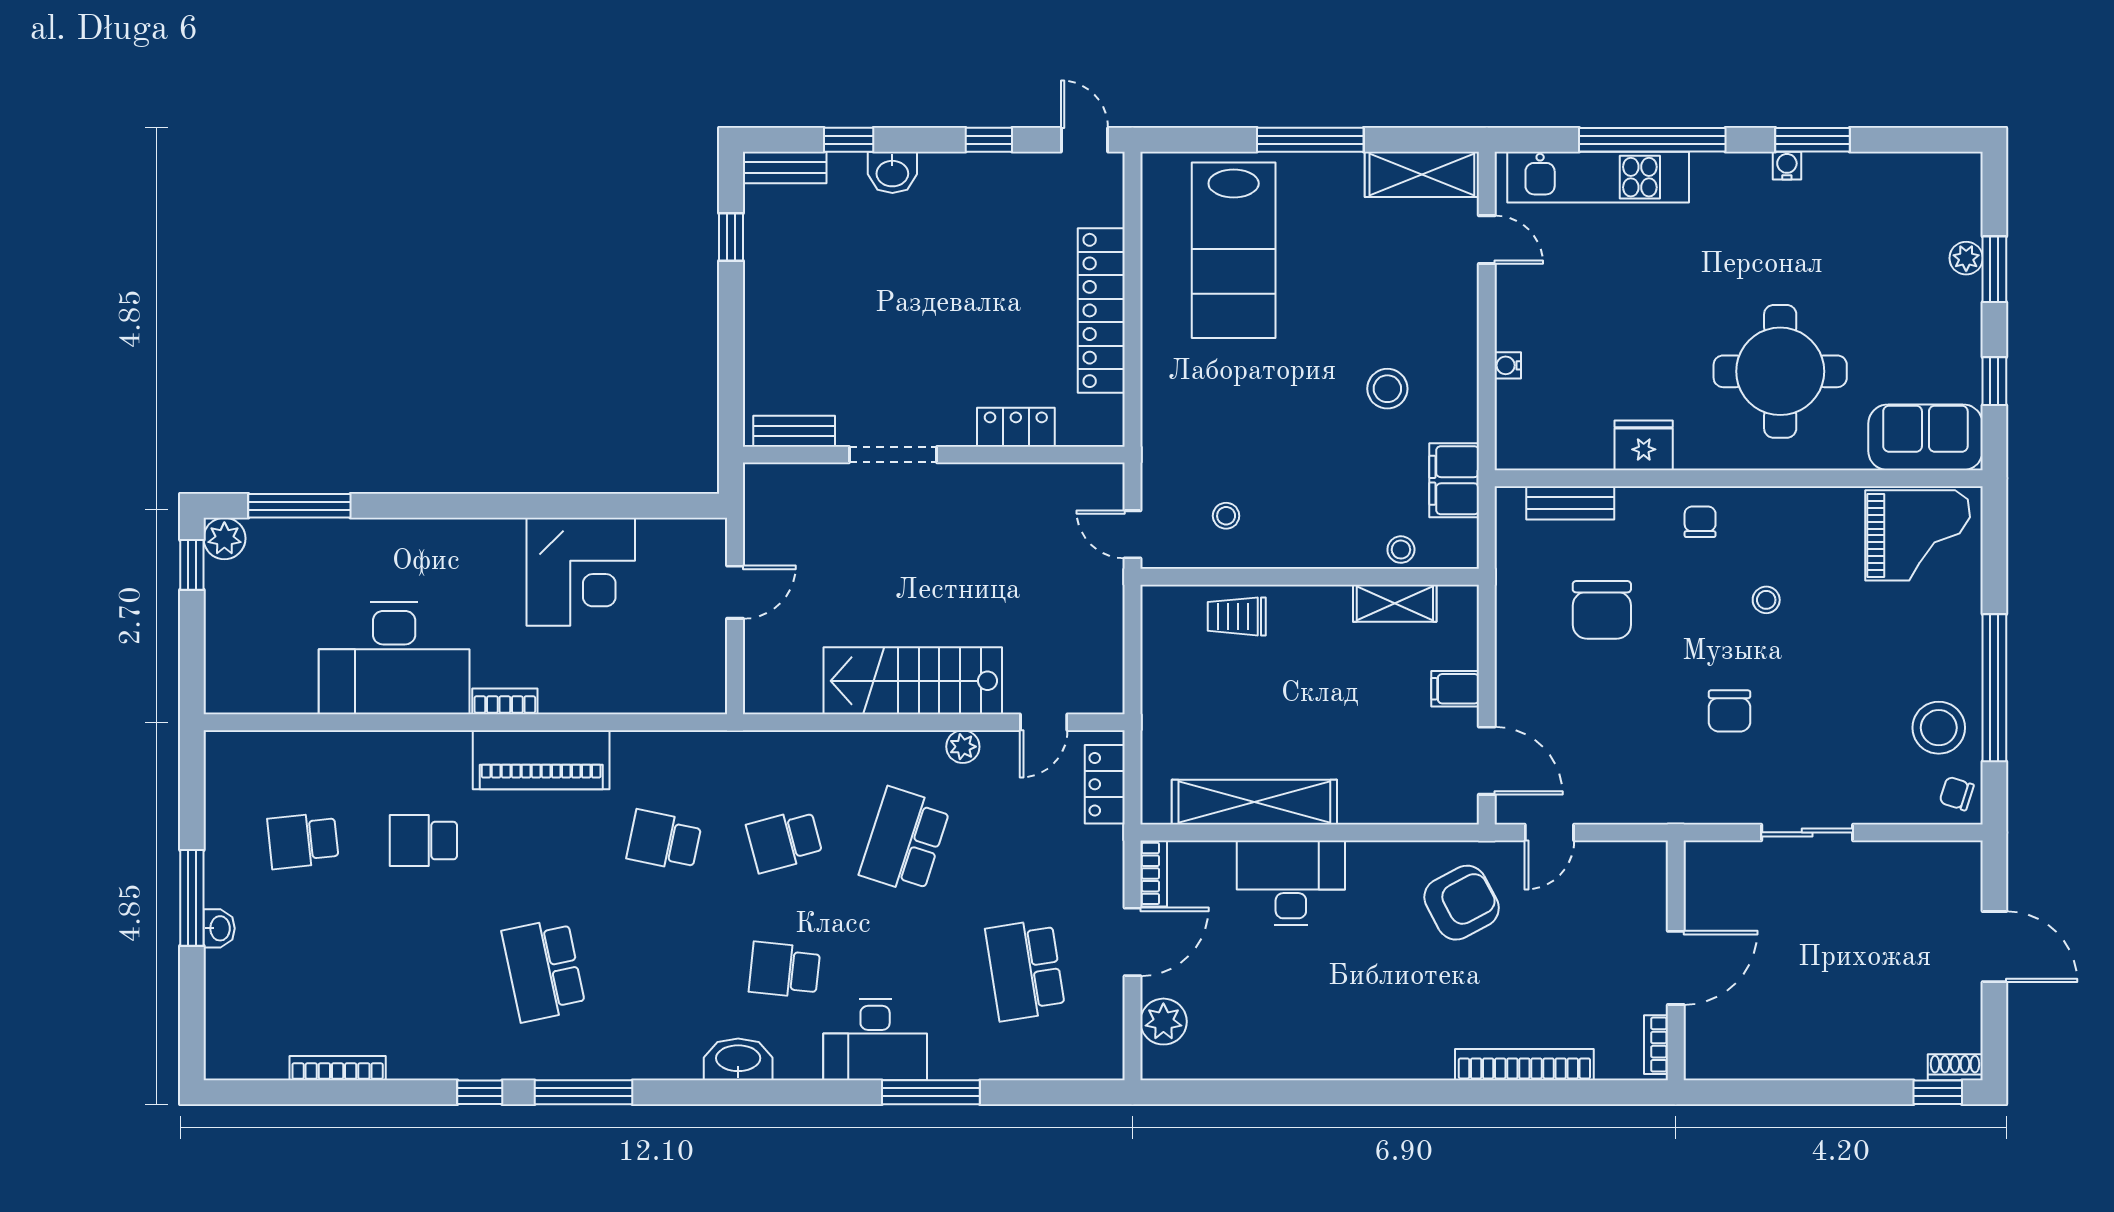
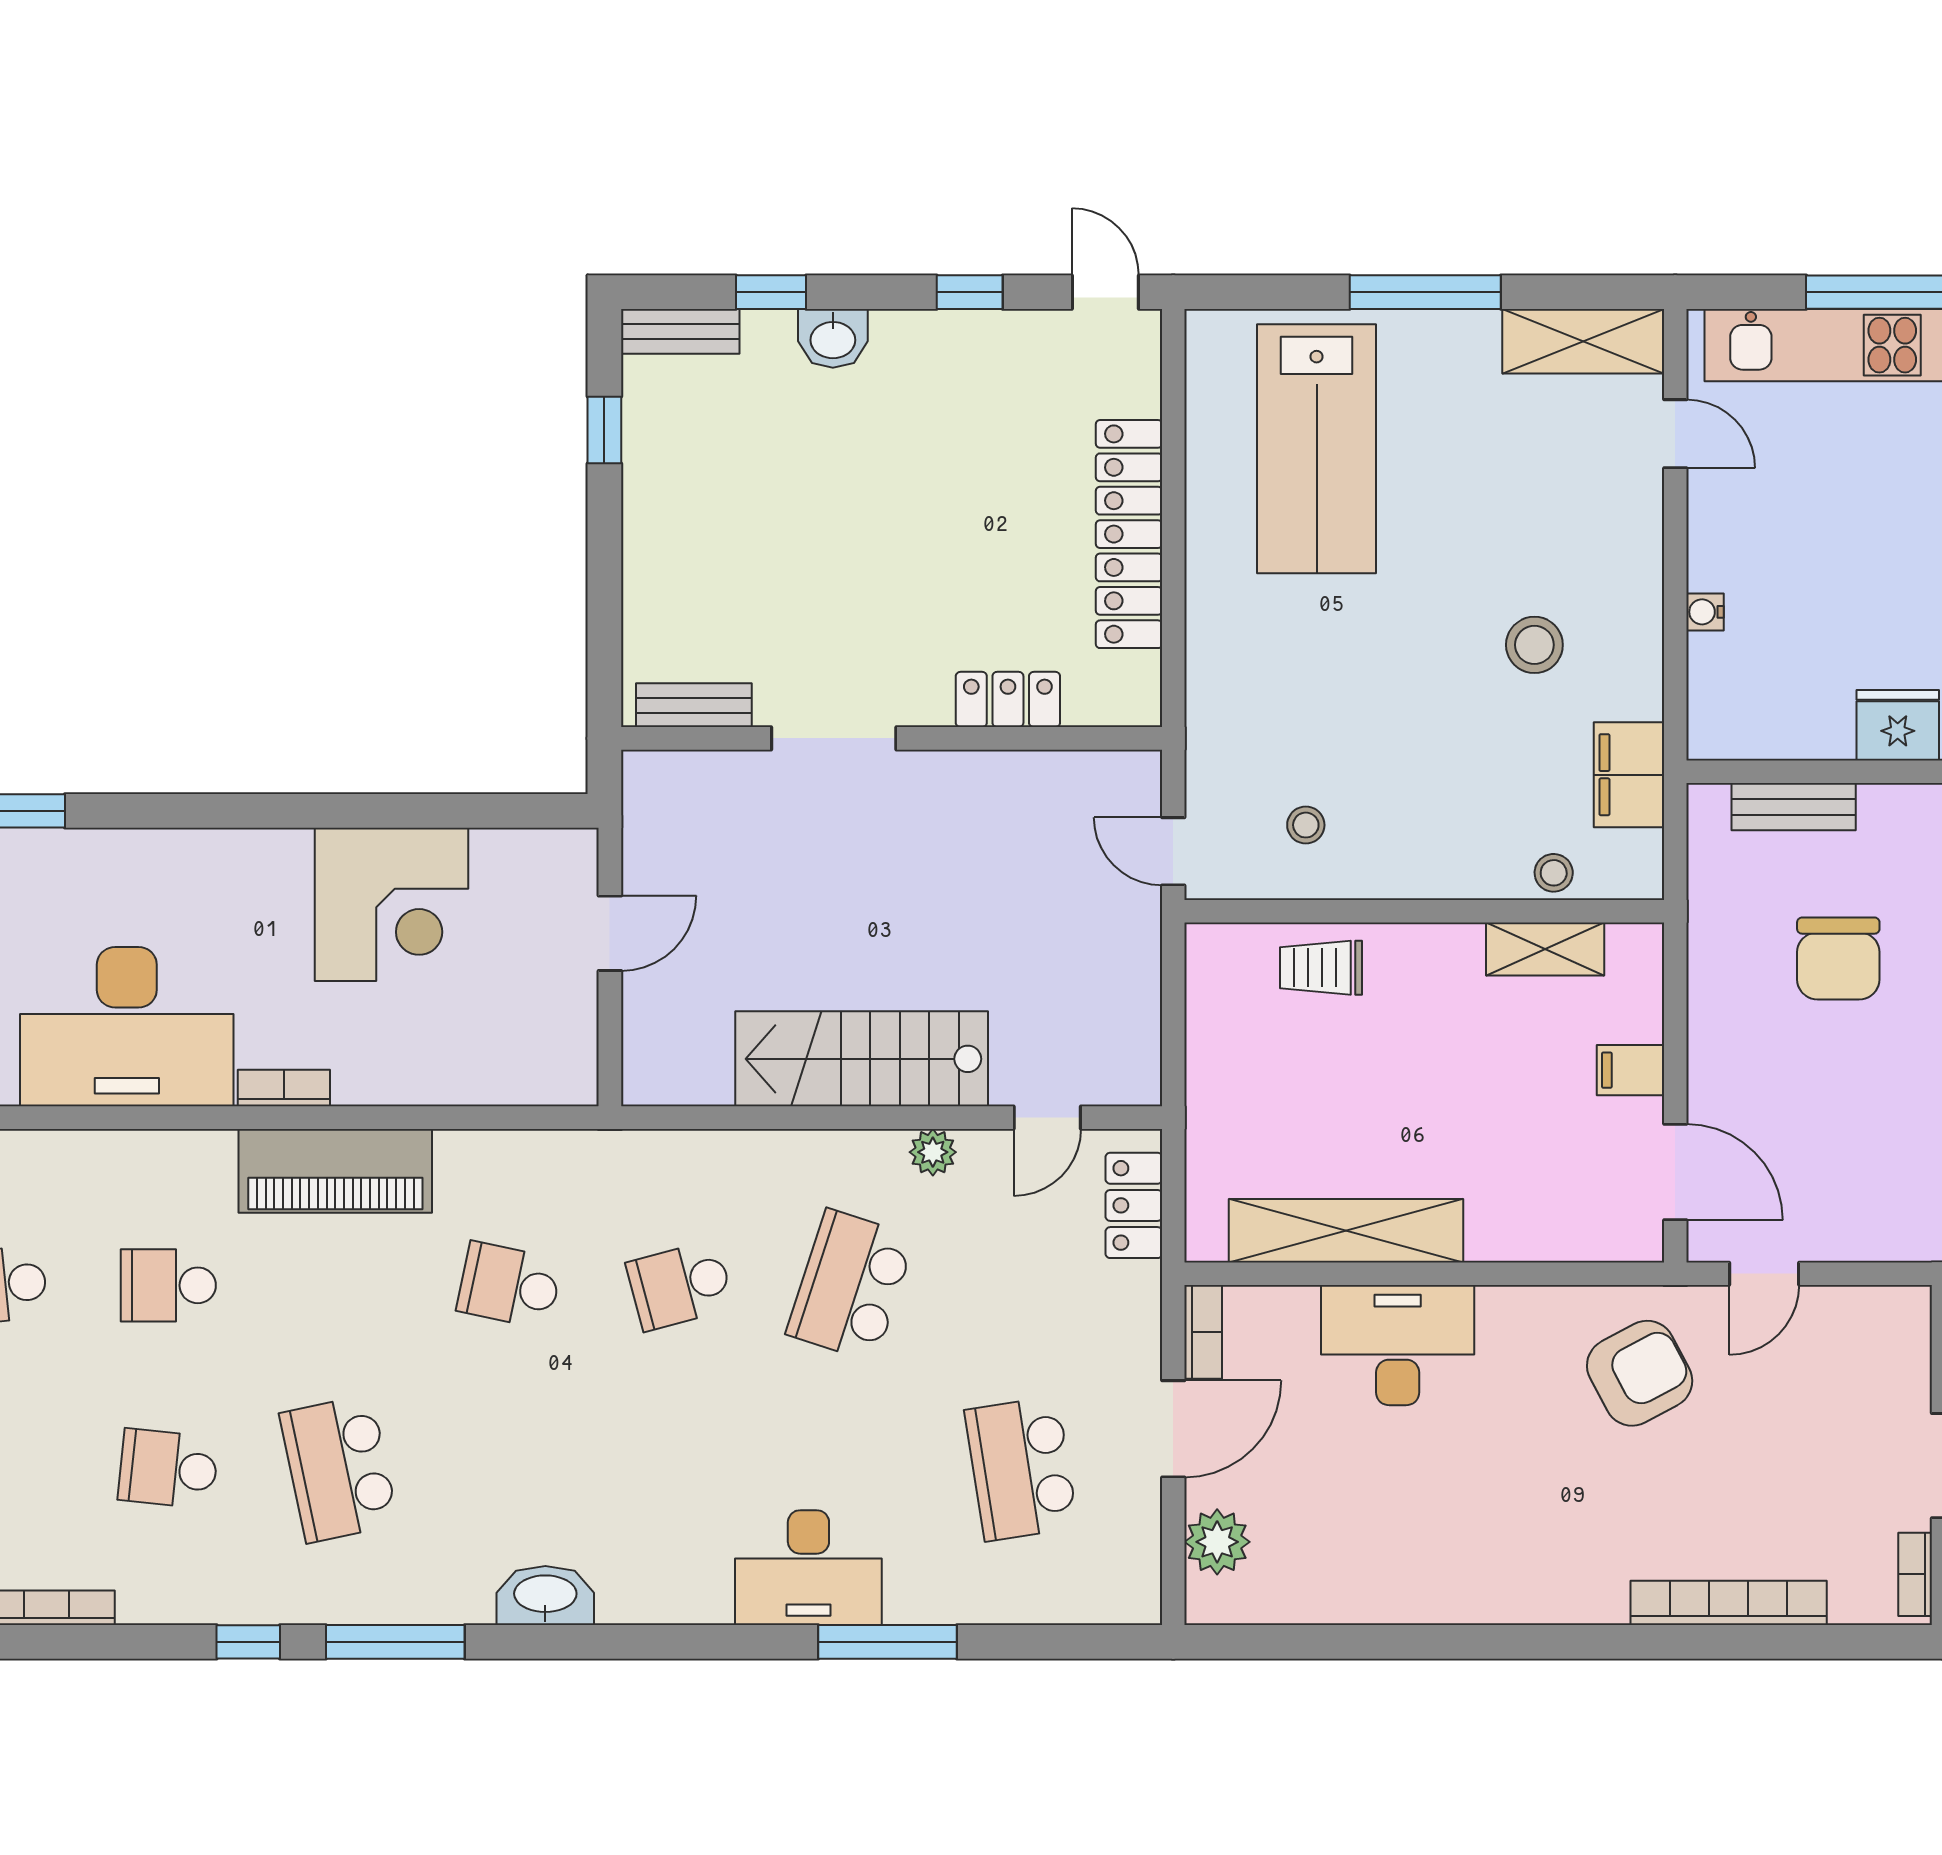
school desk: (784, 970) -> (168, 1469), moved
washbasin: (738, 1059) -> (545, 1595), moved

